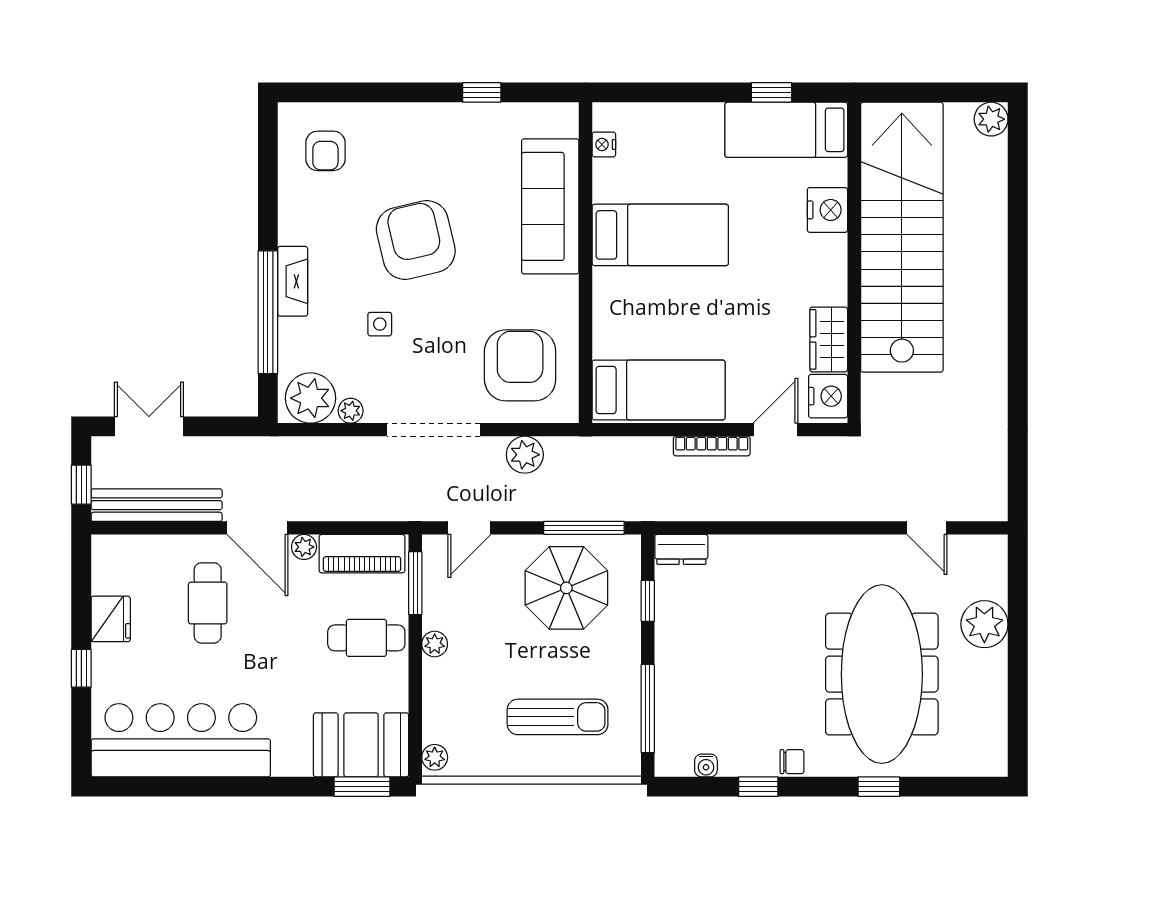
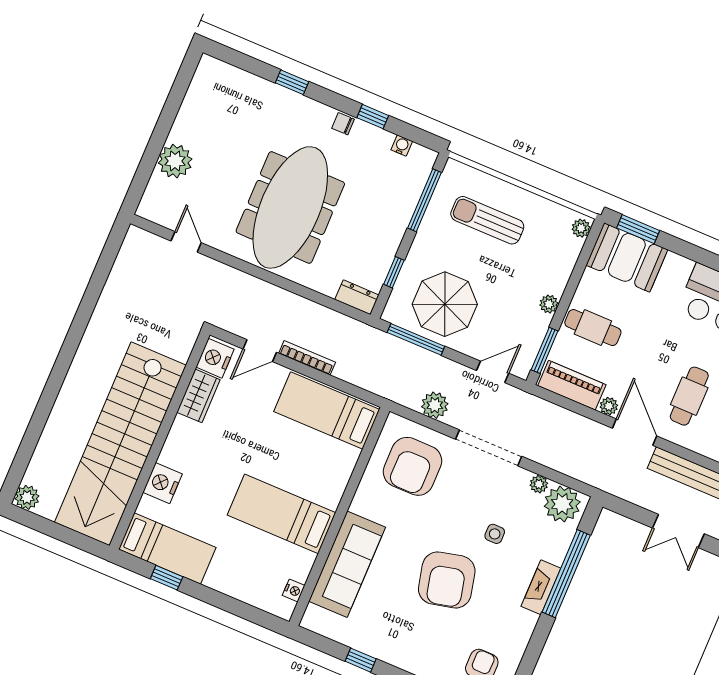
meeting table: (882, 674) -> (290, 207), moved

